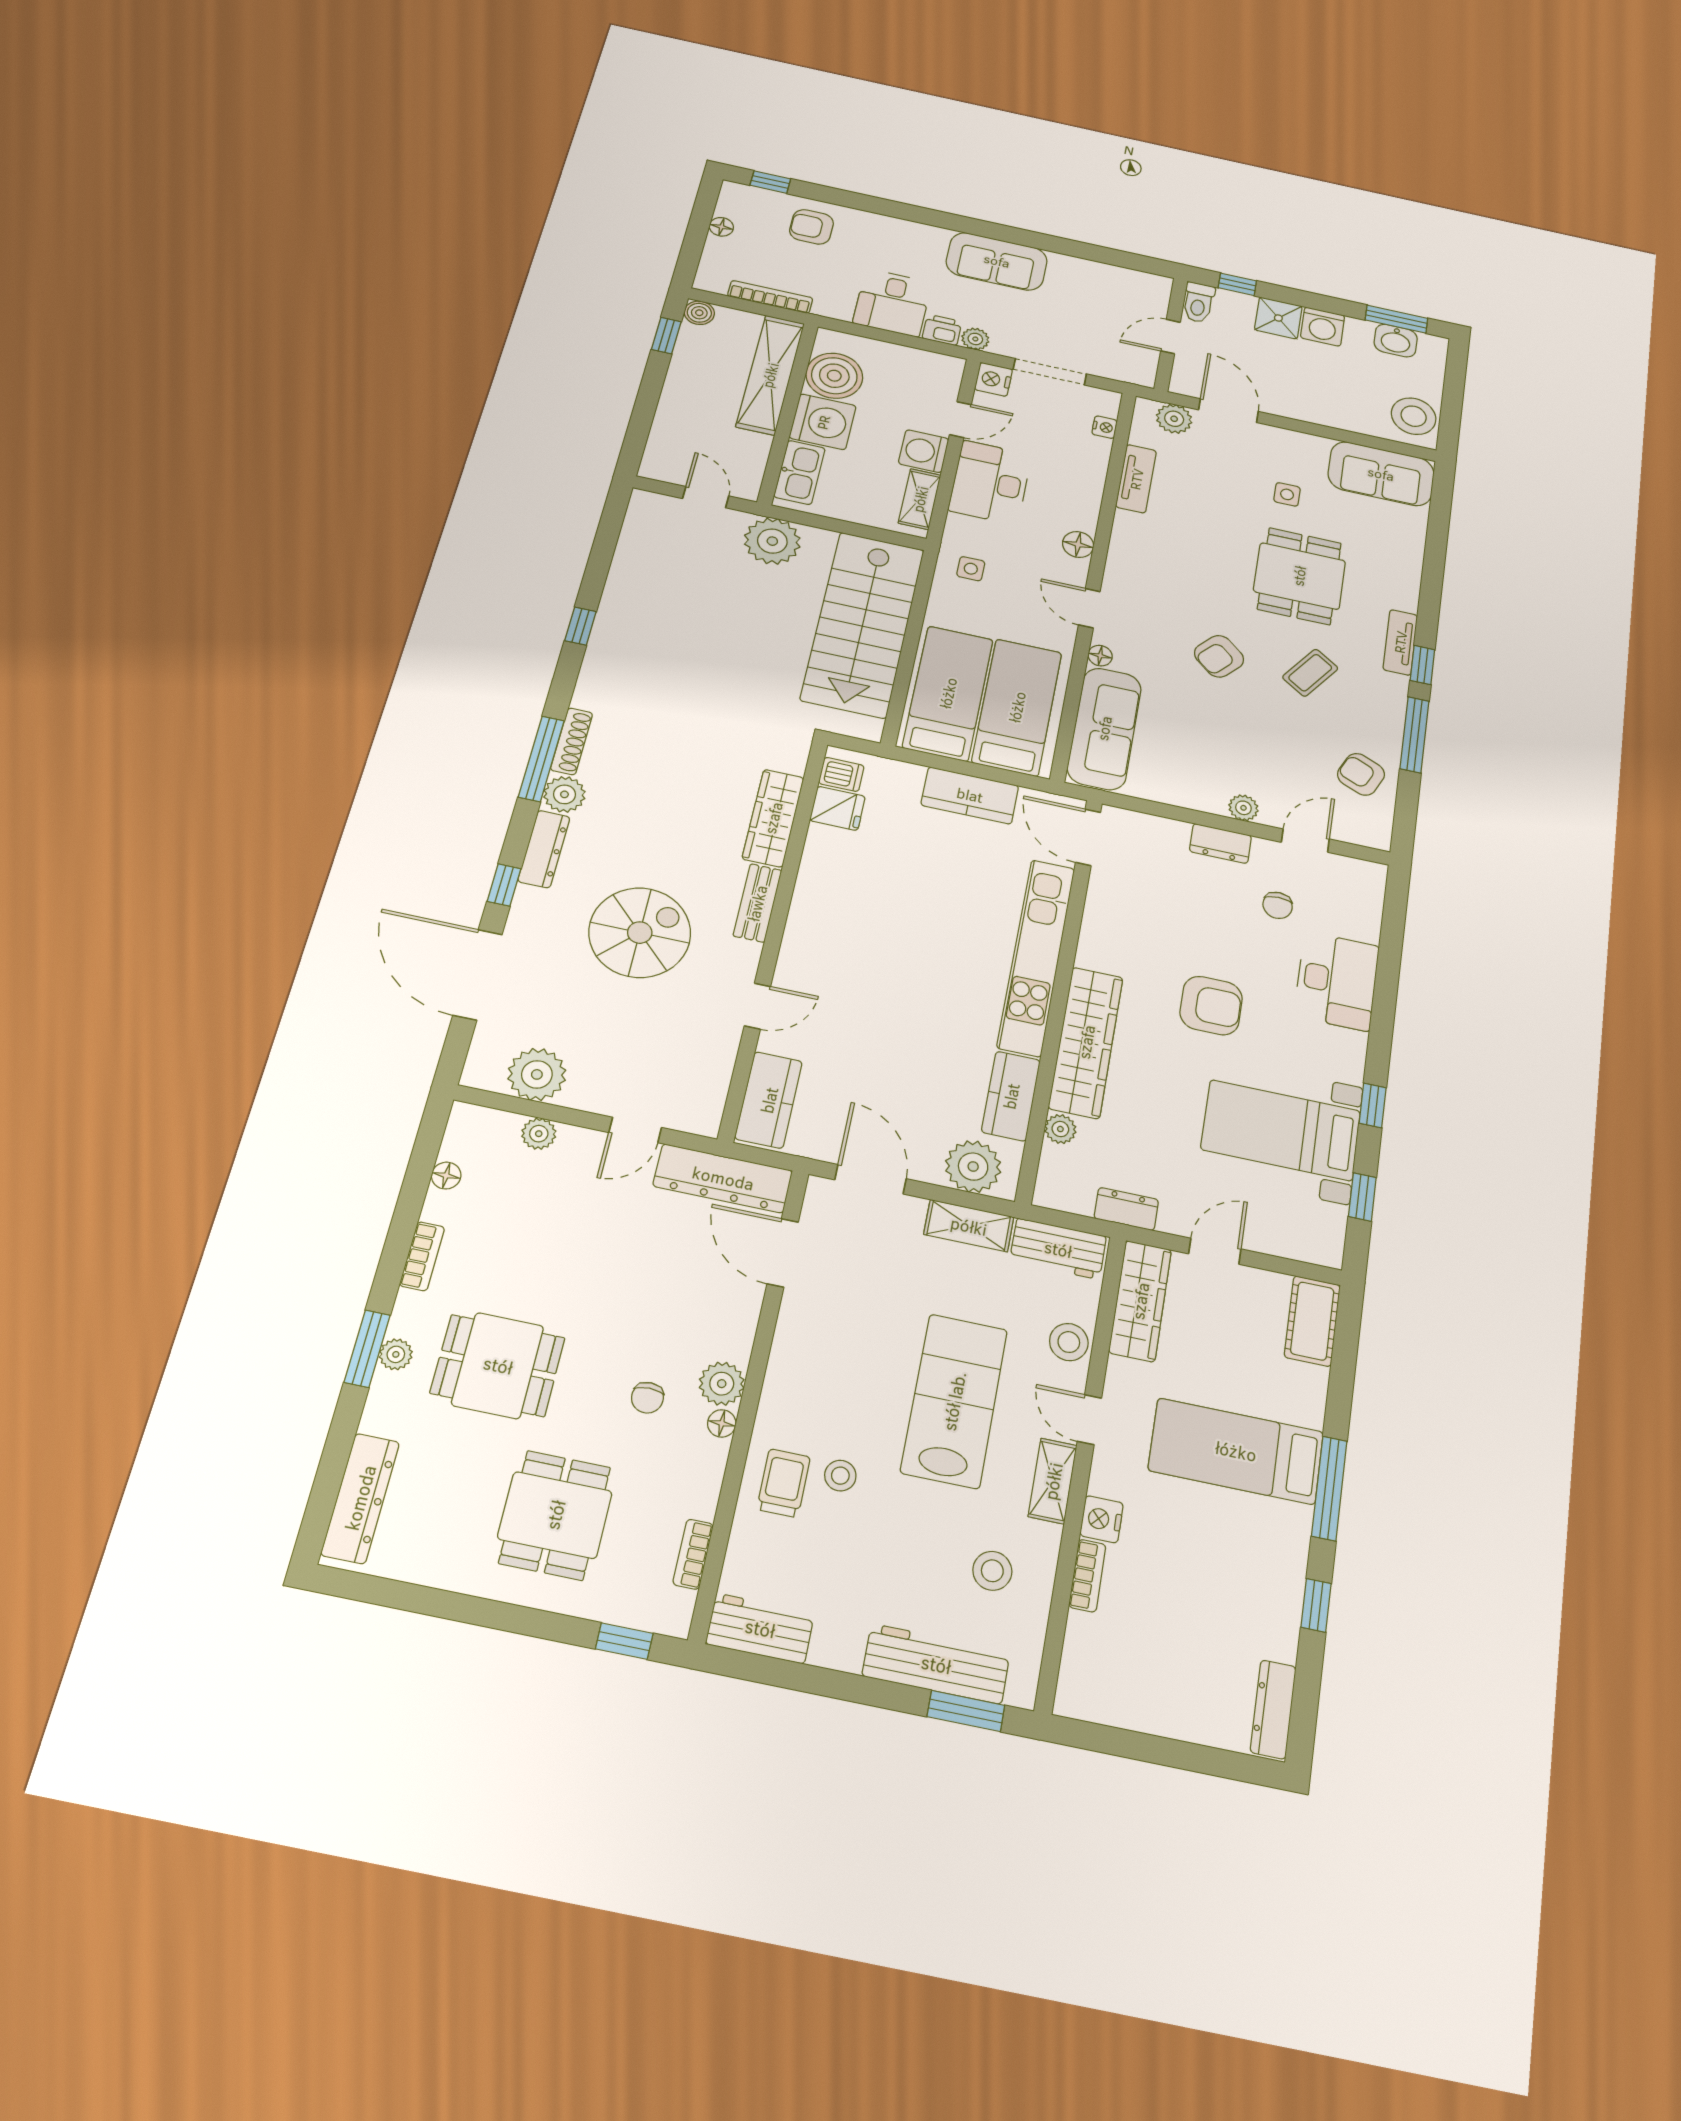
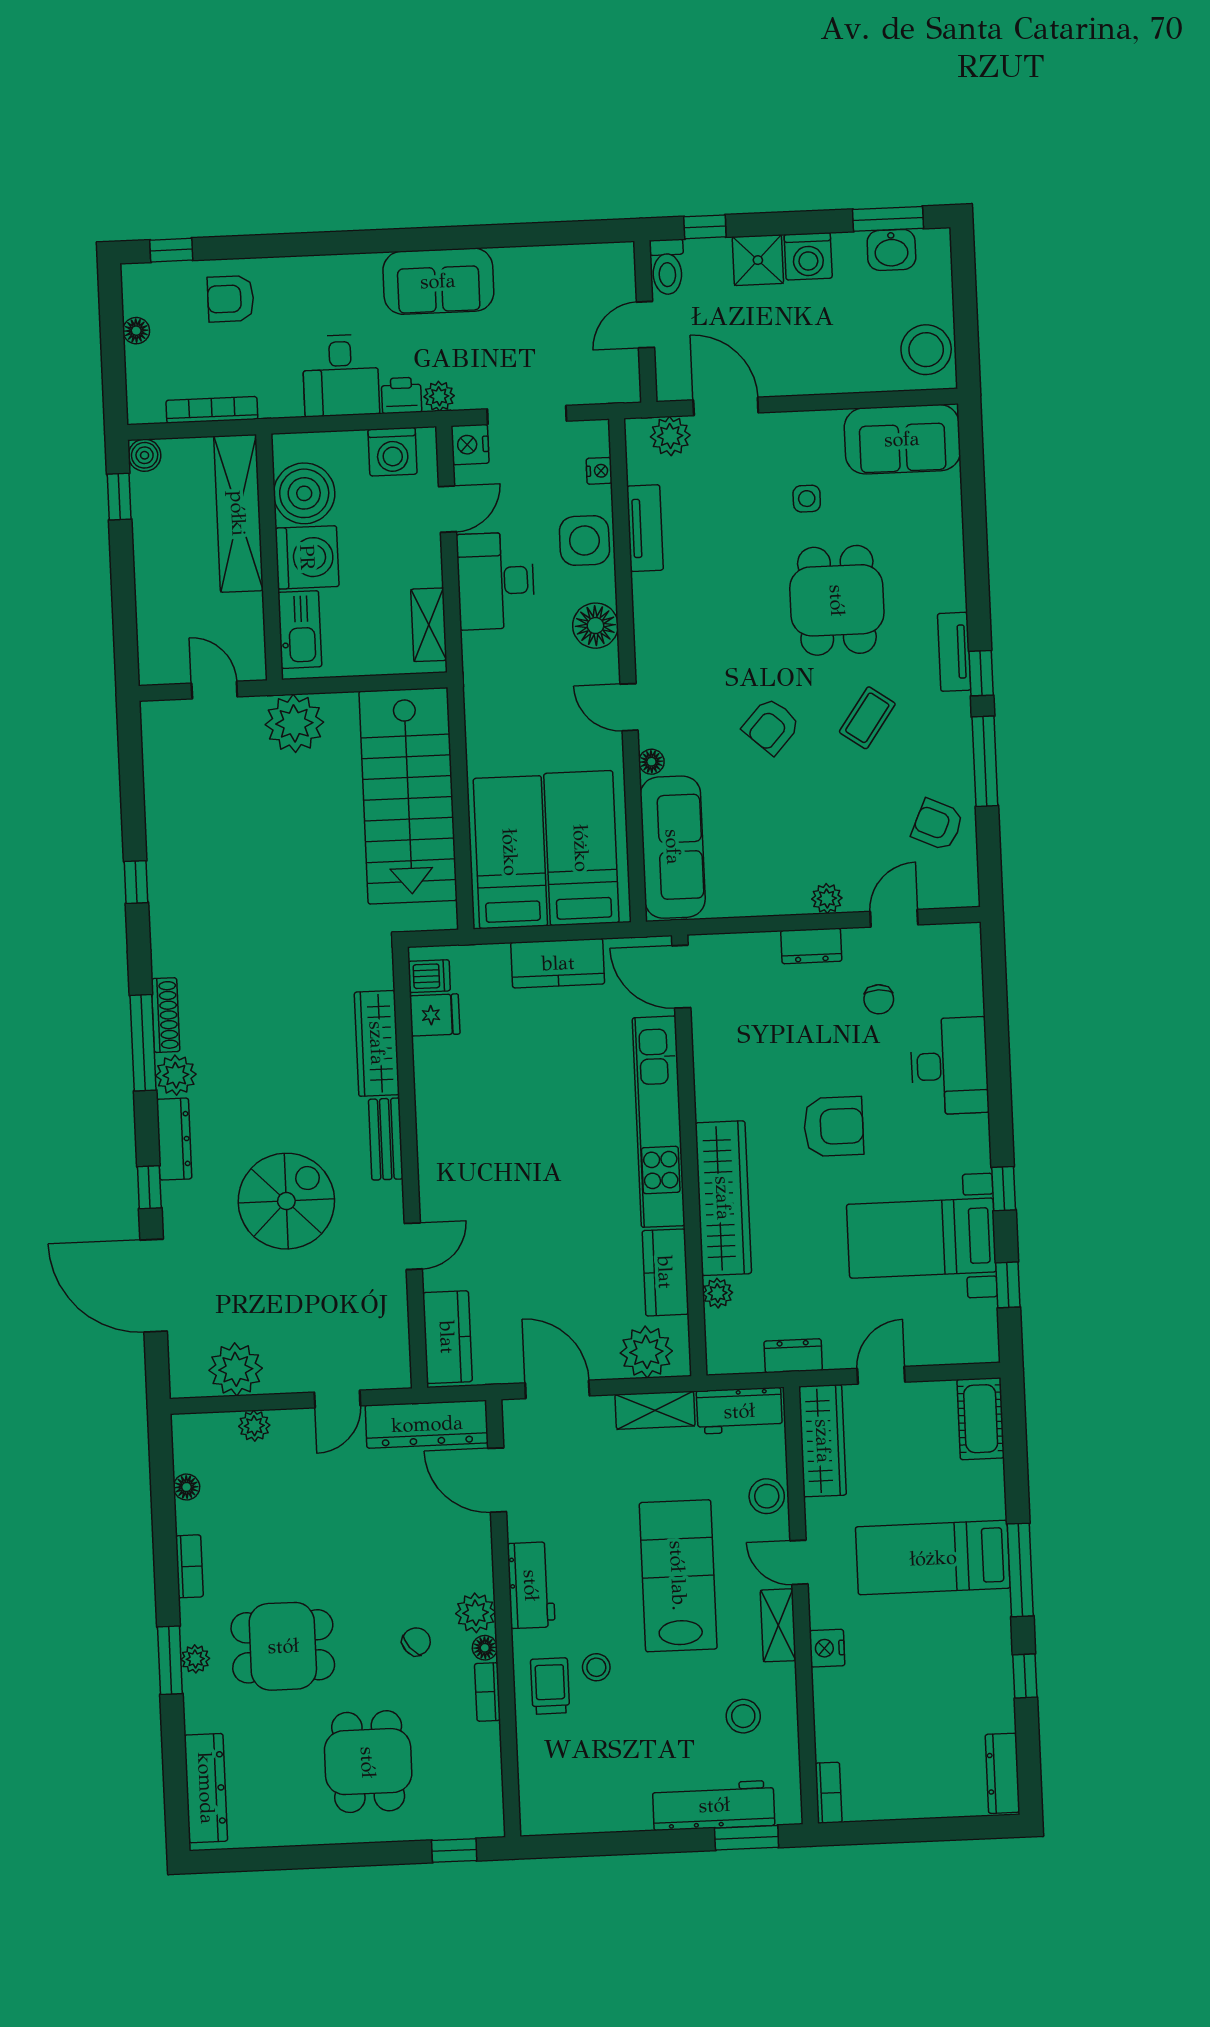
washing machine: (924, 451) -> (393, 452), moved, turned -90
floor lamp: (1078, 545) -> (595, 626), width x1.38, depth x1.38
side table: (971, 569) -> (584, 540), moved, width x1.87, depth x1.87
chair: (647, 1398) -> (416, 1642), turned -130
bookcase: (693, 1554) -> (487, 1692), moved
bookcase: (1087, 1576) -> (829, 1793), moved
workbench: (760, 1628) -> (531, 1585), moved, turned 90

